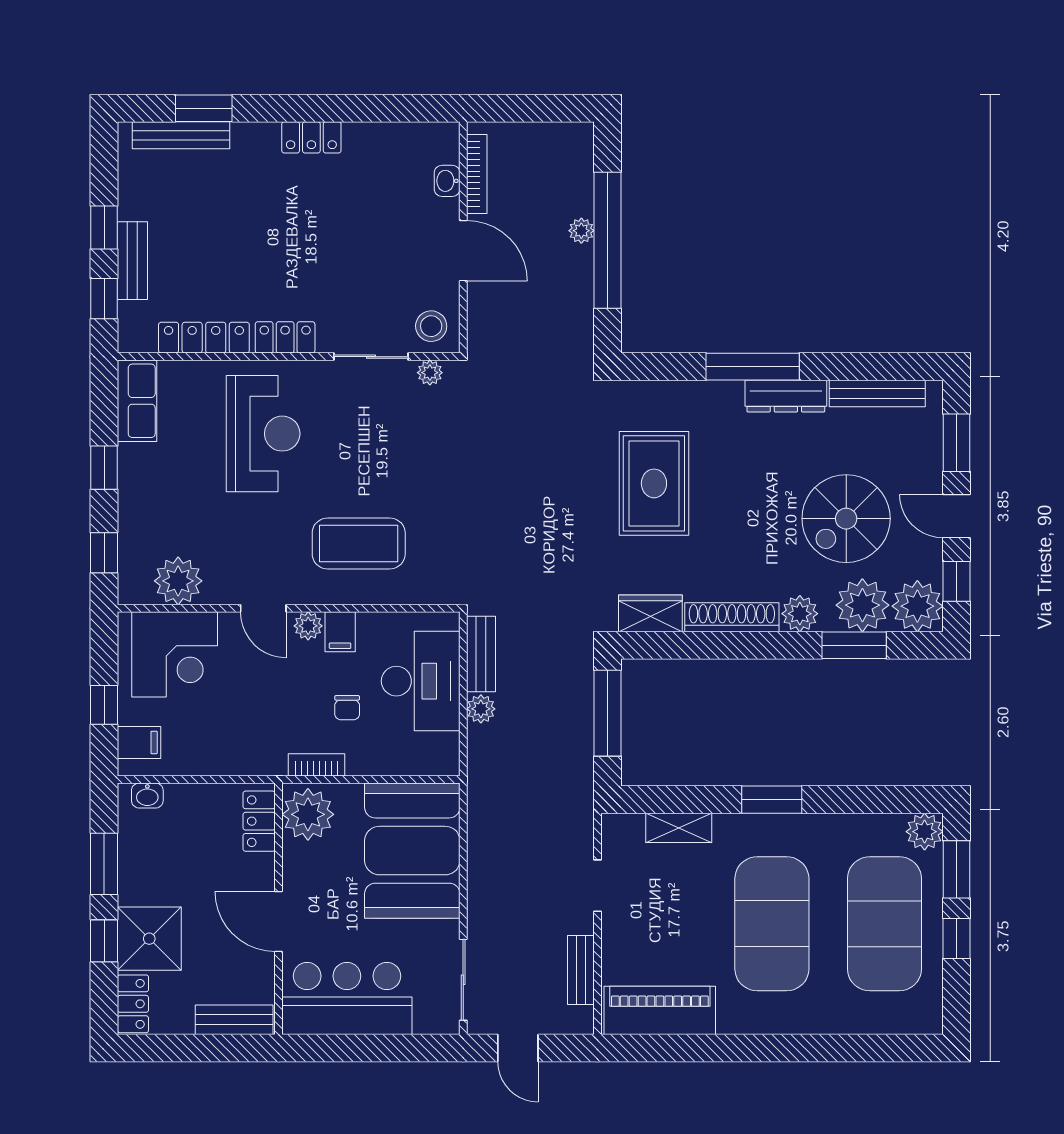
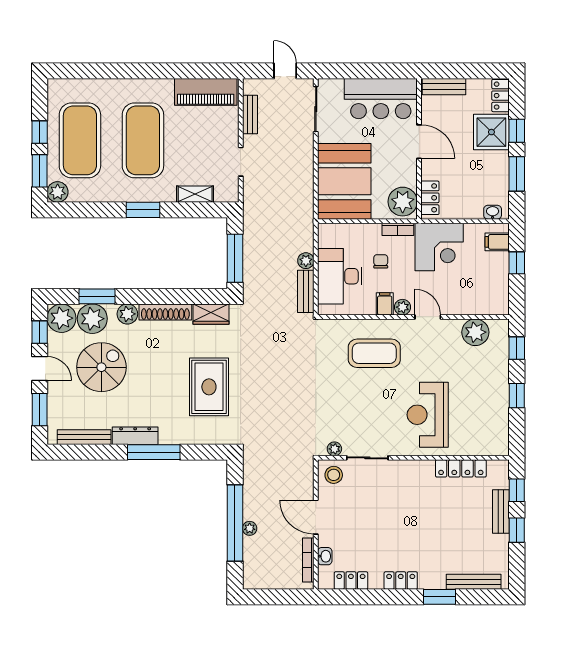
window: (204, 108) -> (440, 597), moved
locker: (285, 337) -> (351, 580), moved, turned 180
row of seats: (137, 401) -> (498, 433), removed
corner desk: (175, 654) -> (439, 247), moved, turned 180

